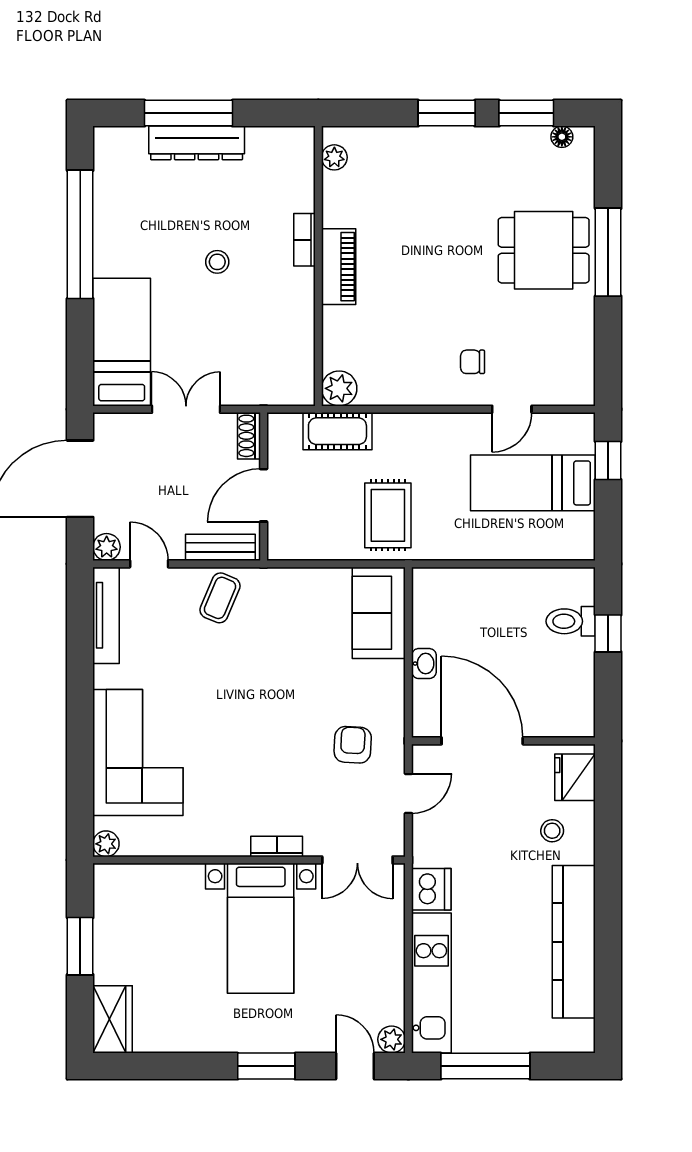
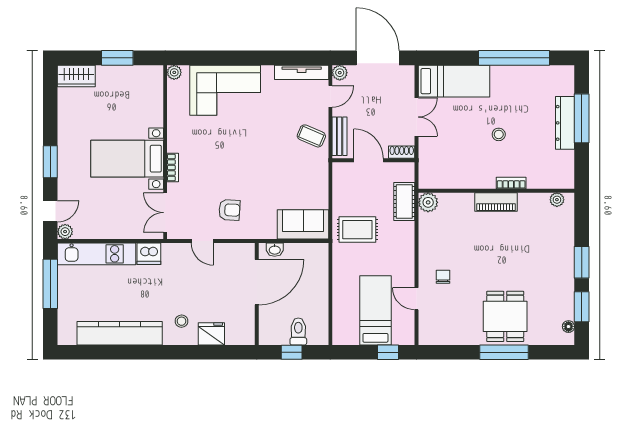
door: (482, 741) -> (257, 282), moved
wall: (503, 741) -> (257, 294), moved

